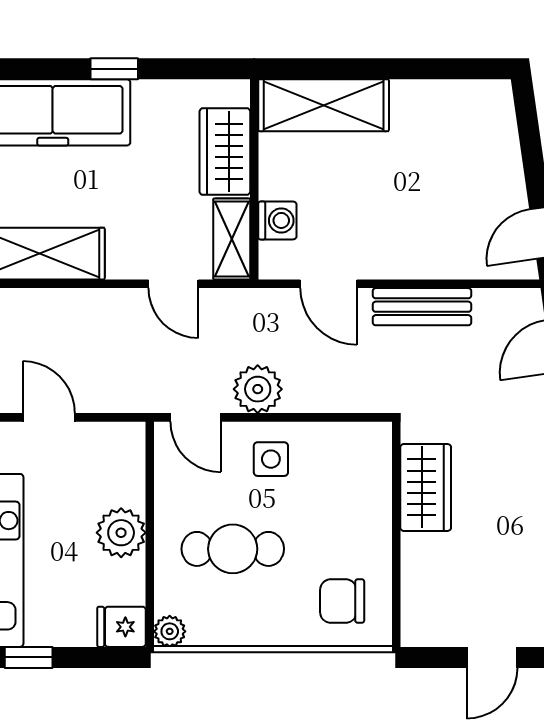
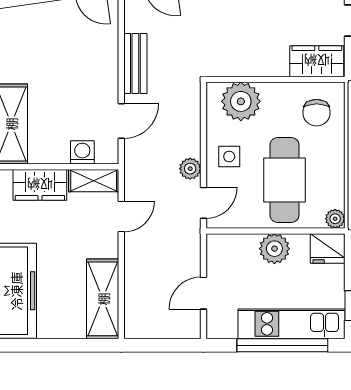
plant: (258, 389) -> (190, 169), width x0.73, depth x0.73
plant: (360, 478) -> (241, 101), added
wardrobe: (426, 487) -> (317, 61), moved
cafe table: (233, 549) -> (284, 180), width x1.37, depth x1.35
fridge: (121, 627) -> (328, 248), width x1.38

